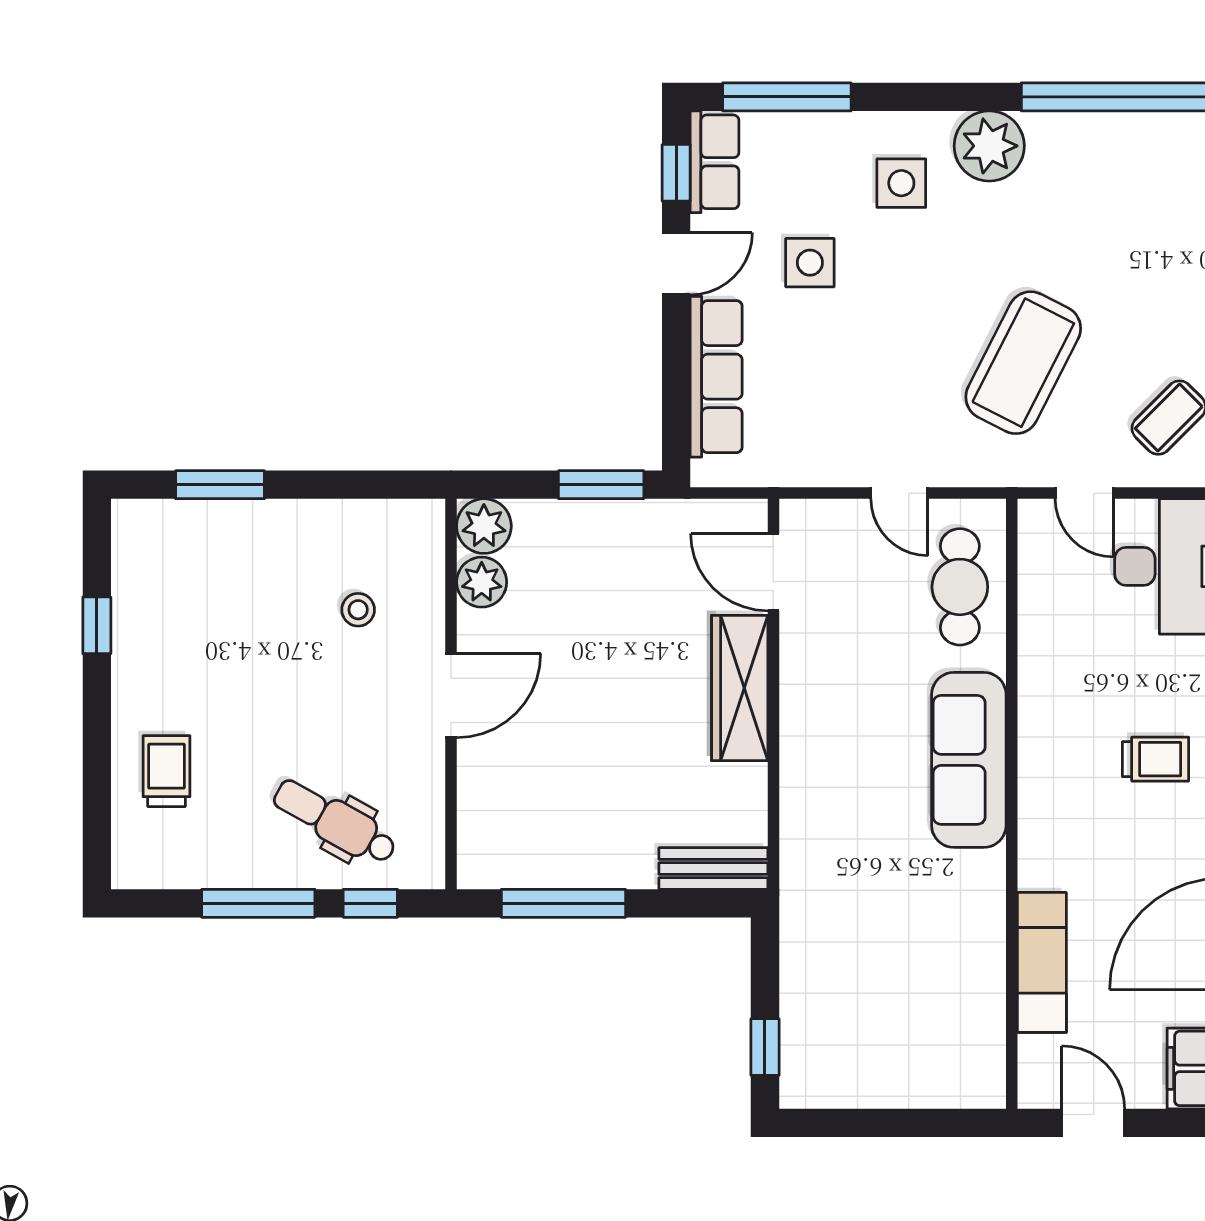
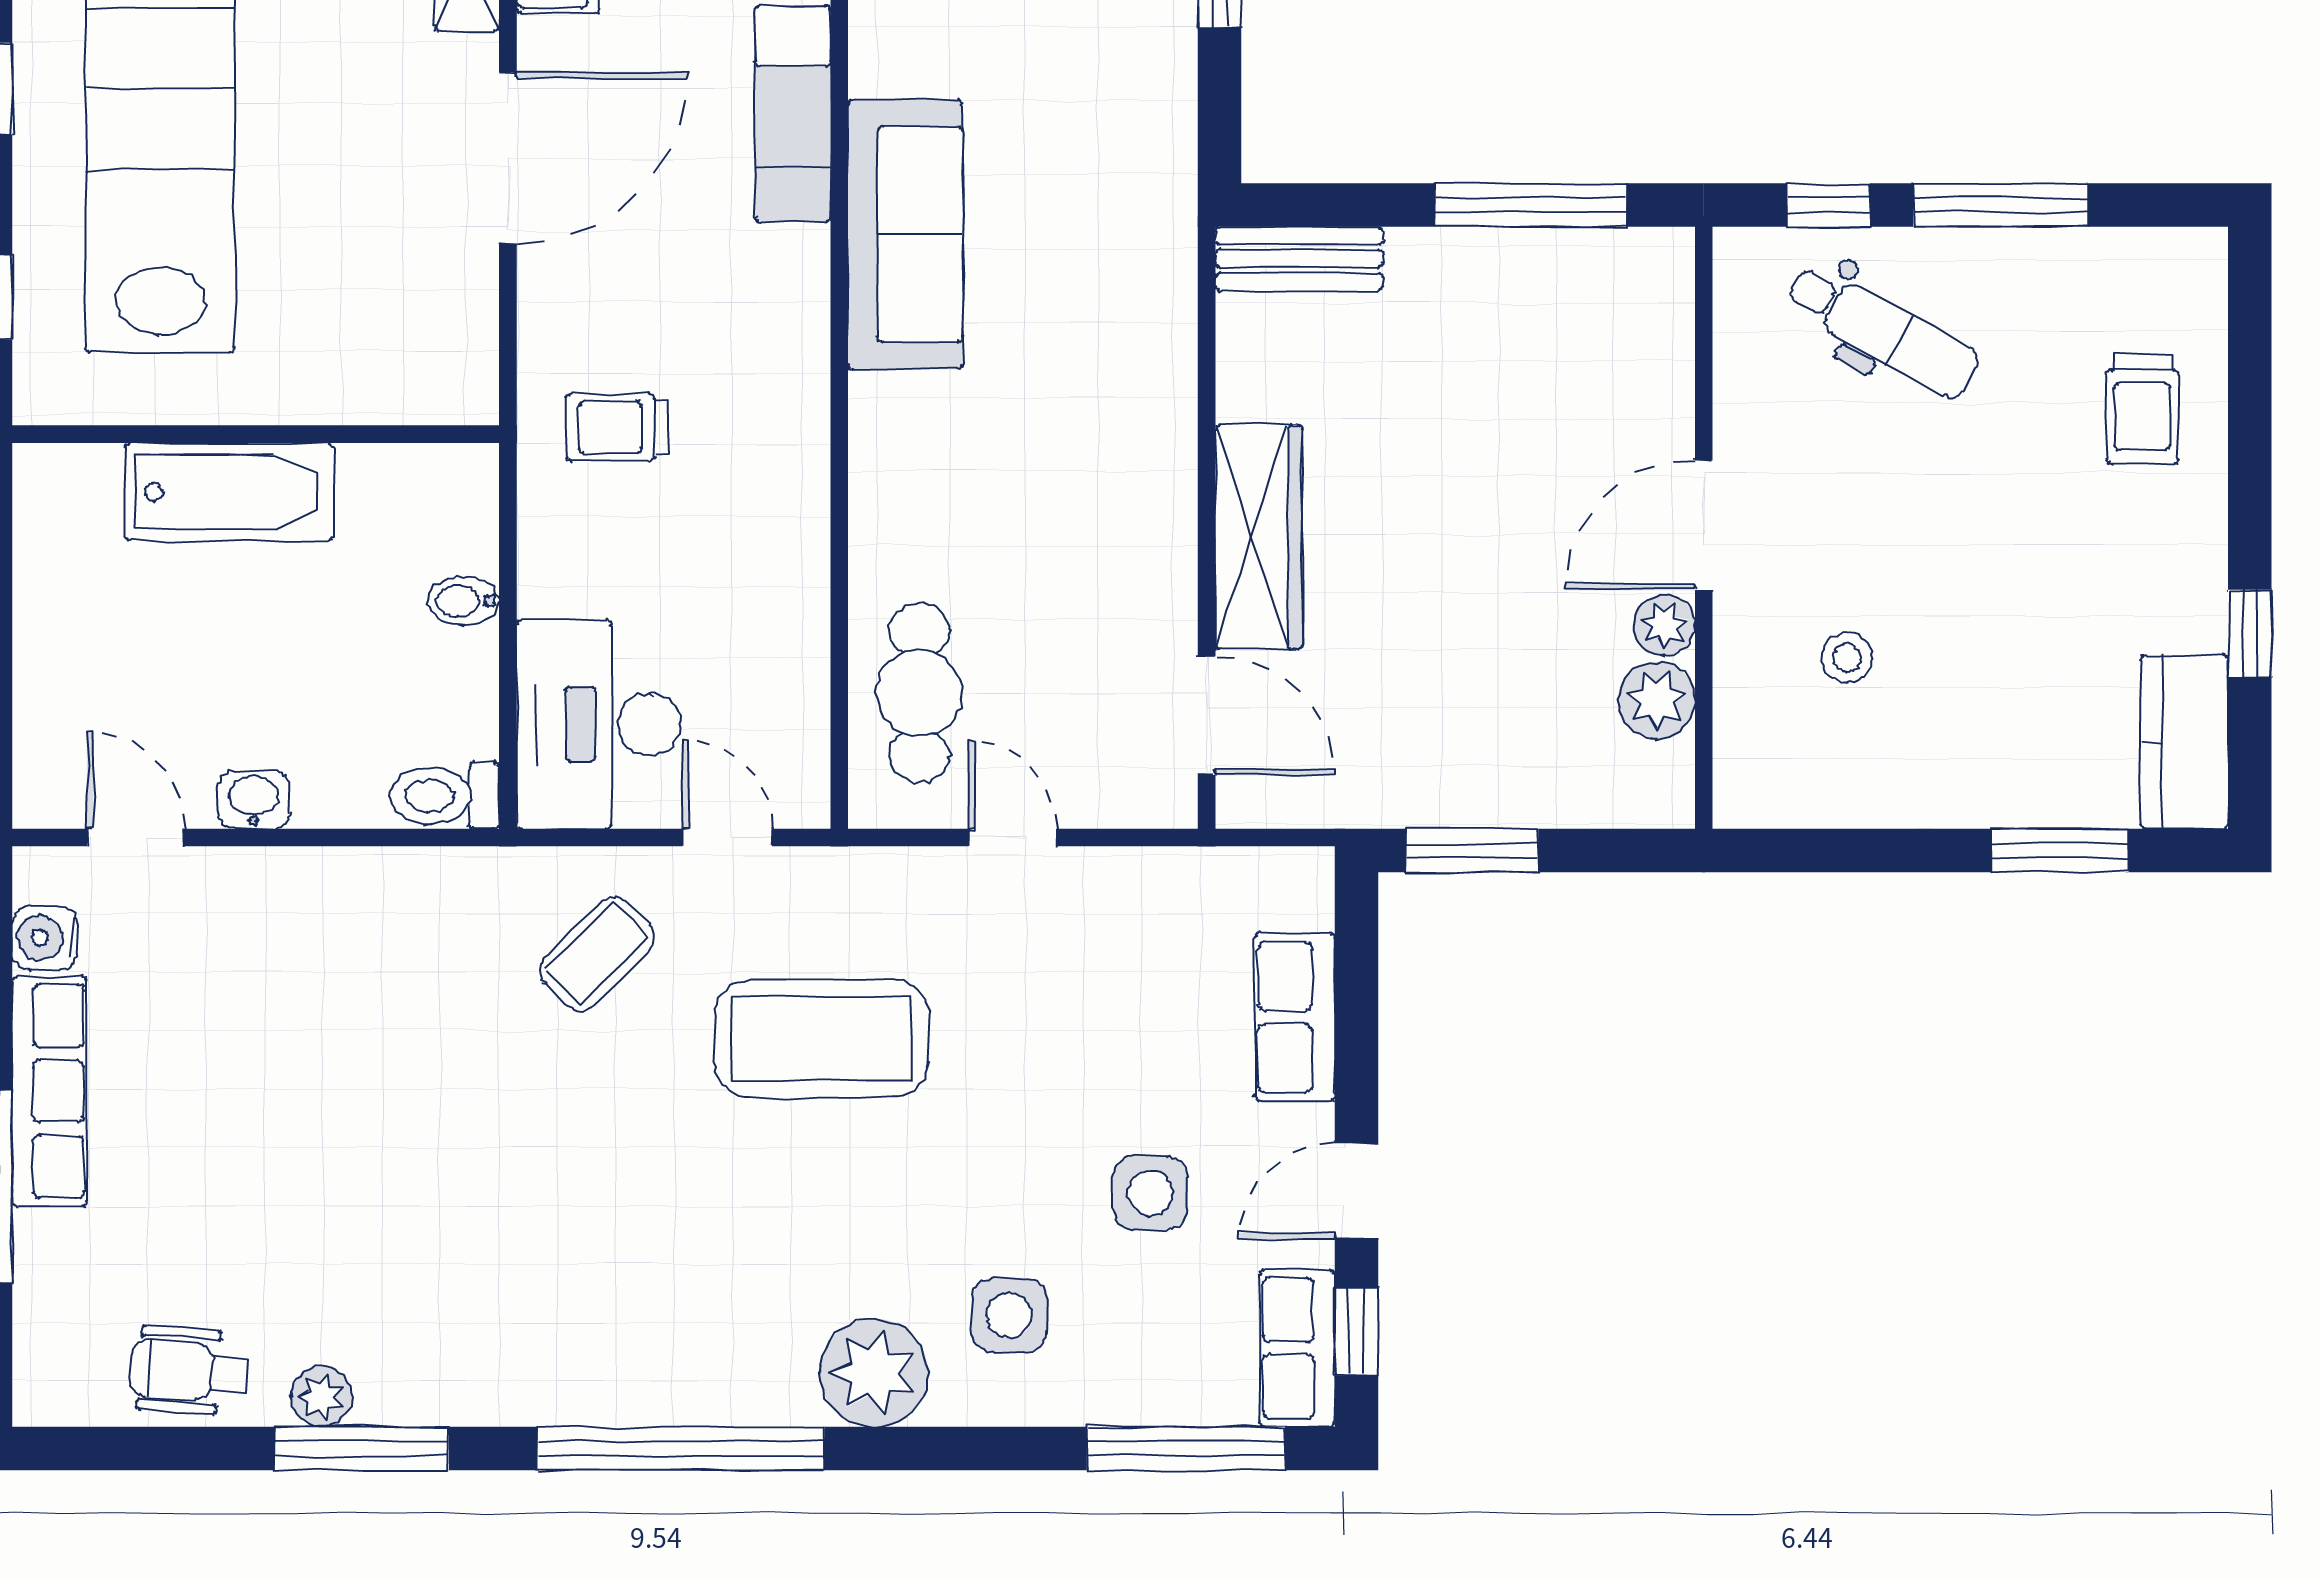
coffee table: (1023, 363) -> (821, 1039), turned 63
row of seats: (716, 377) -> (1295, 1017), width x0.68
plant: (484, 526) -> (1664, 625), moved, width x0.73, depth x0.73
kitchen counter: (139, 555) -> (2185, 742), added
sofa: (969, 760) -> (905, 234), moved

